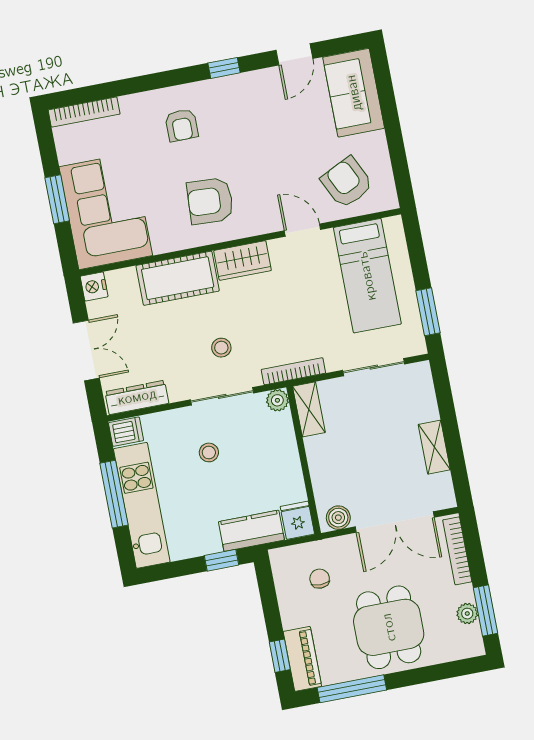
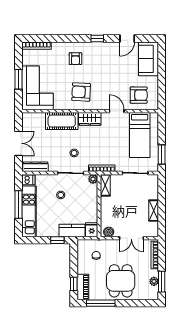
armchair: (347, 182) -> (139, 95), turned 116
nightstand: (94, 286) -> (27, 118), removed
double door: (395, 522) -> (131, 238), width x0.73

